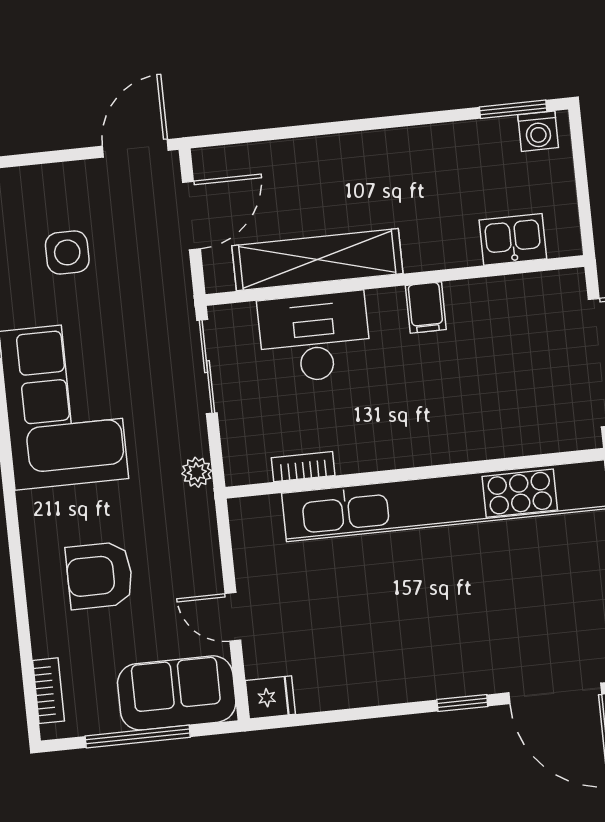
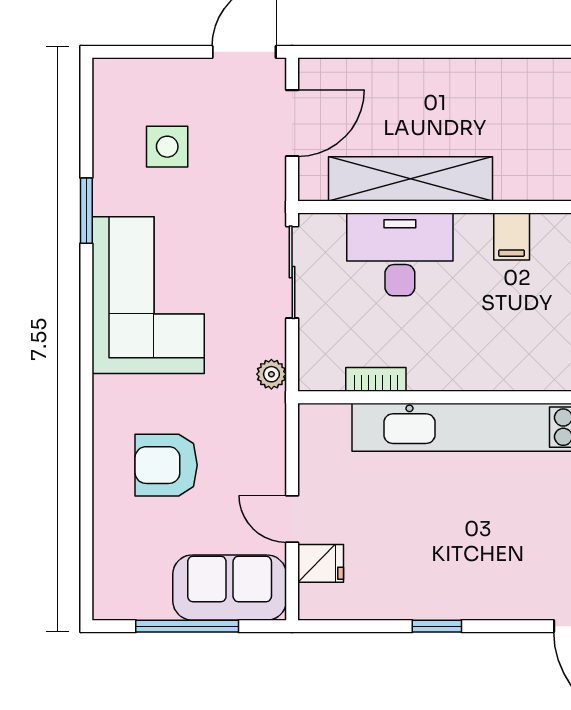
bookcase: (49, 691) -> (105, 572), removed
fridge: (270, 697) -> (321, 563), moved
window: (462, 703) -> (437, 626), moved

